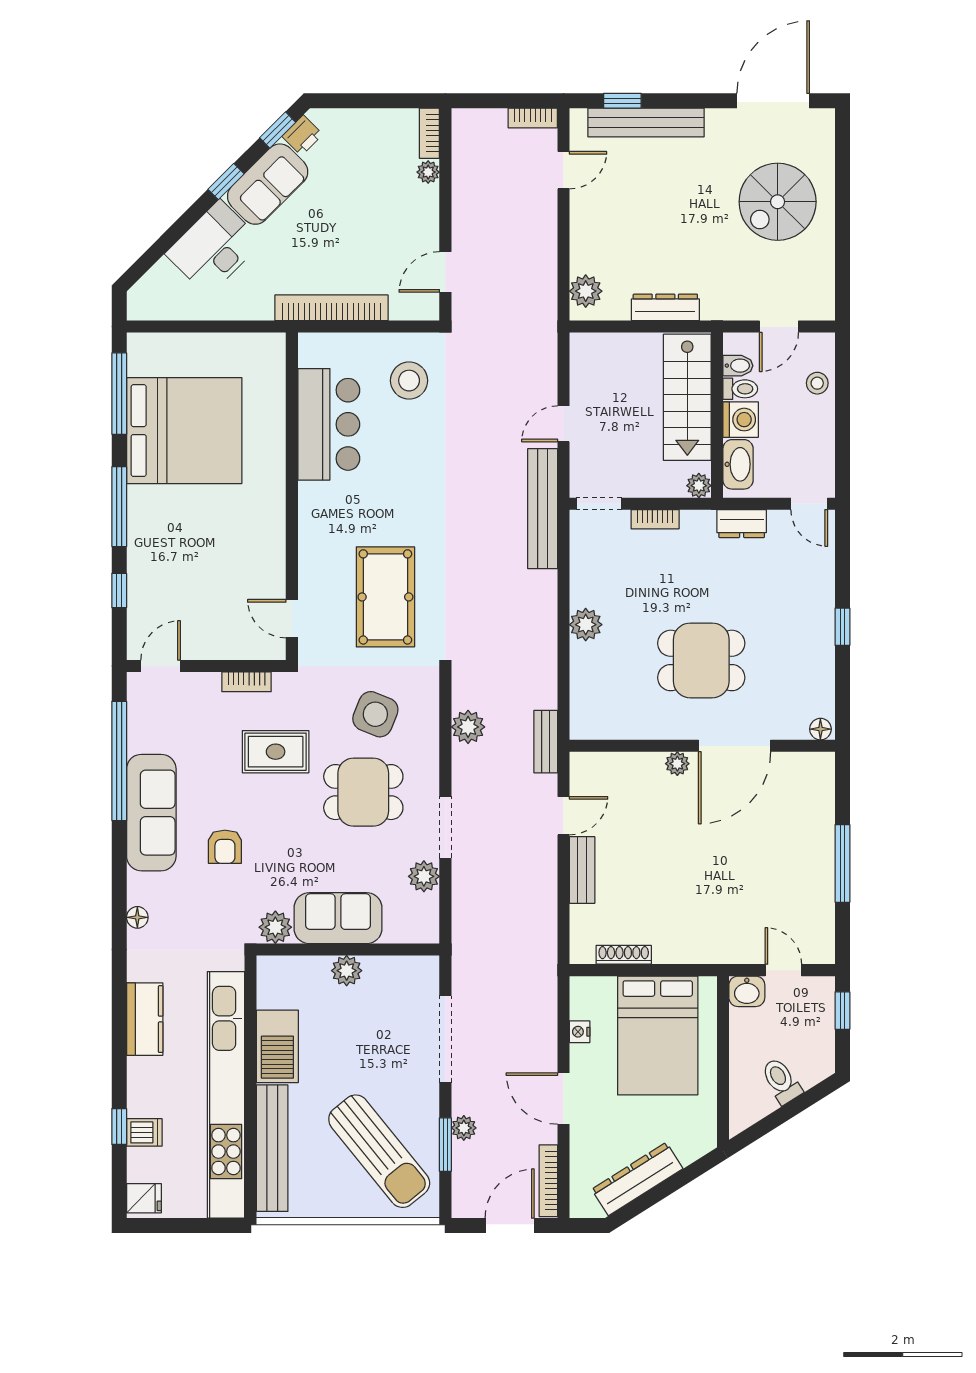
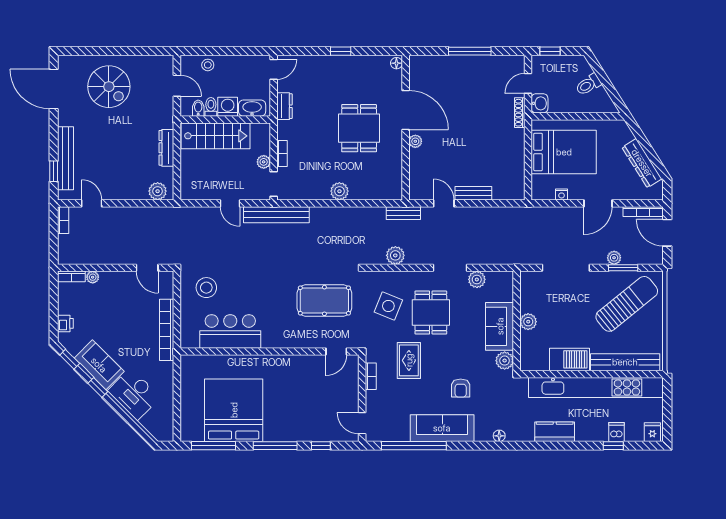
printer: (302, 135) -> (65, 323), moved, turned 45
plant: (699, 486) -> (264, 162), moved
armchair: (225, 847) -> (461, 388), turned 90
shoe rack: (624, 955) -> (520, 113), moved

